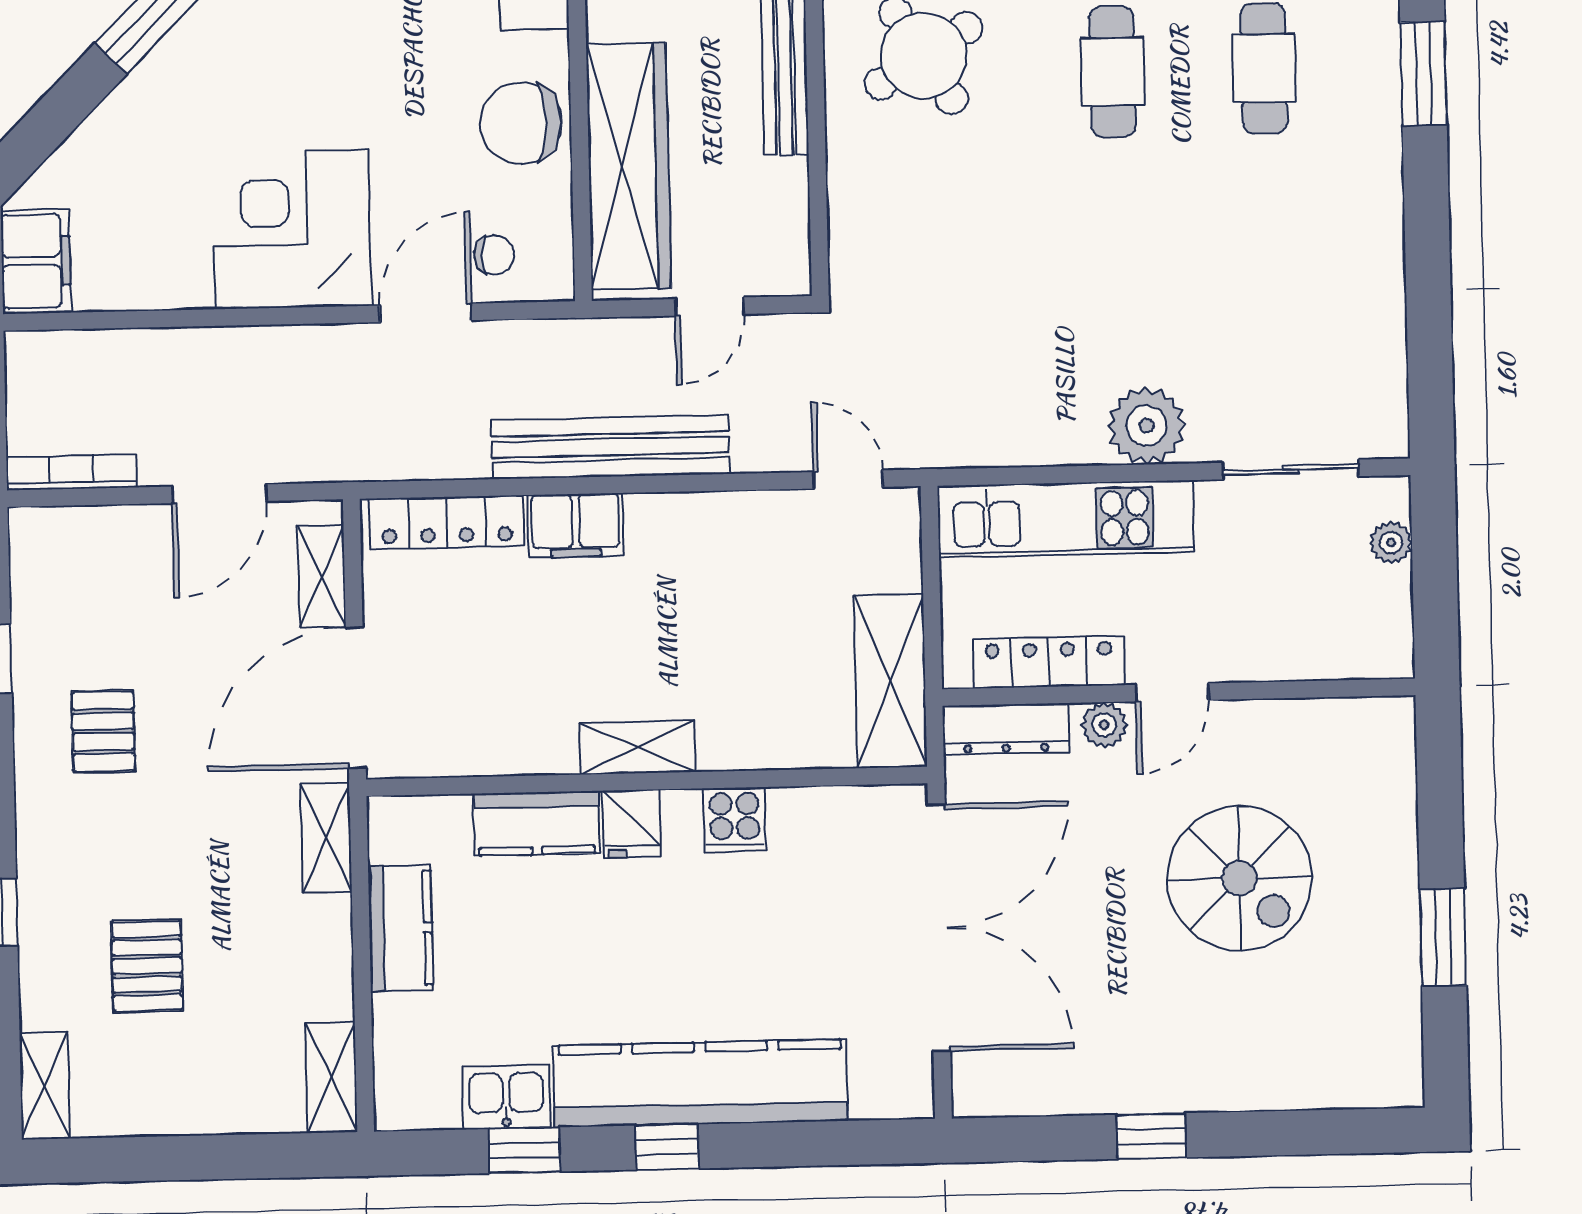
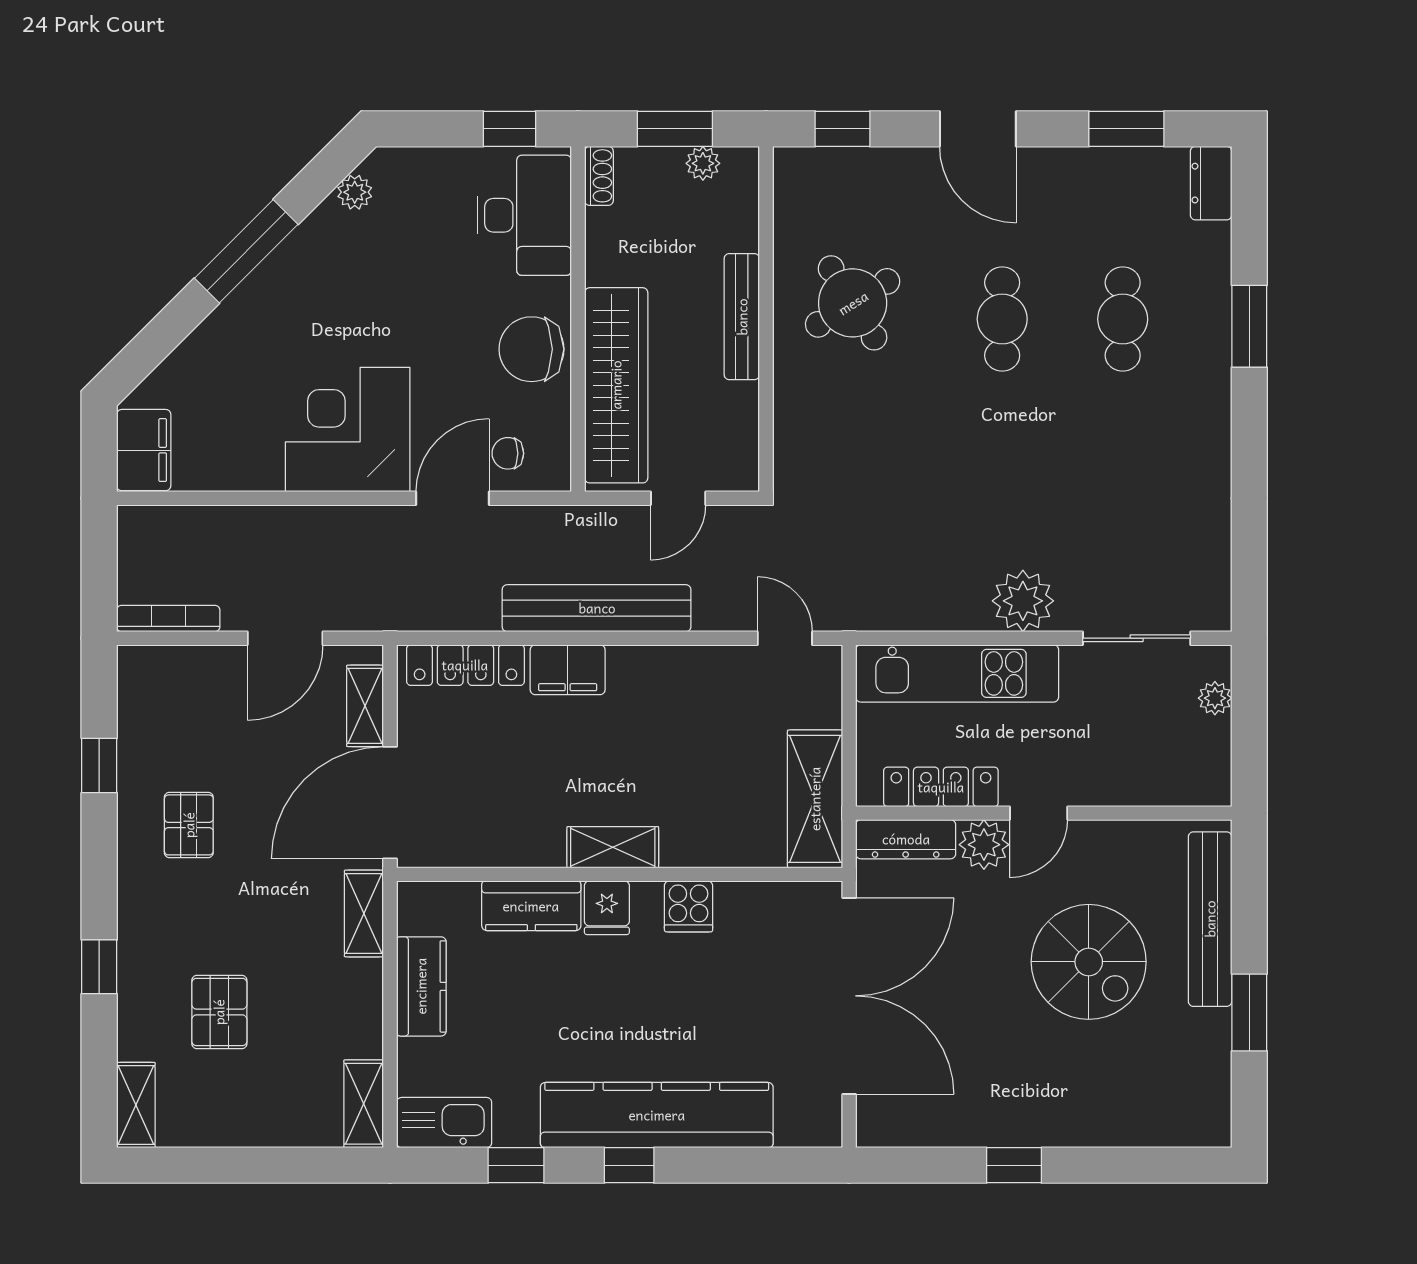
chair: (494, 255) -> (508, 453), turned 180
plant: (1104, 725) -> (984, 845), width x1.38, depth x1.38
bench: (1391, 821) -> (1210, 919), added
kitchen sink: (506, 1097) -> (444, 1123), moved, width x1.38

